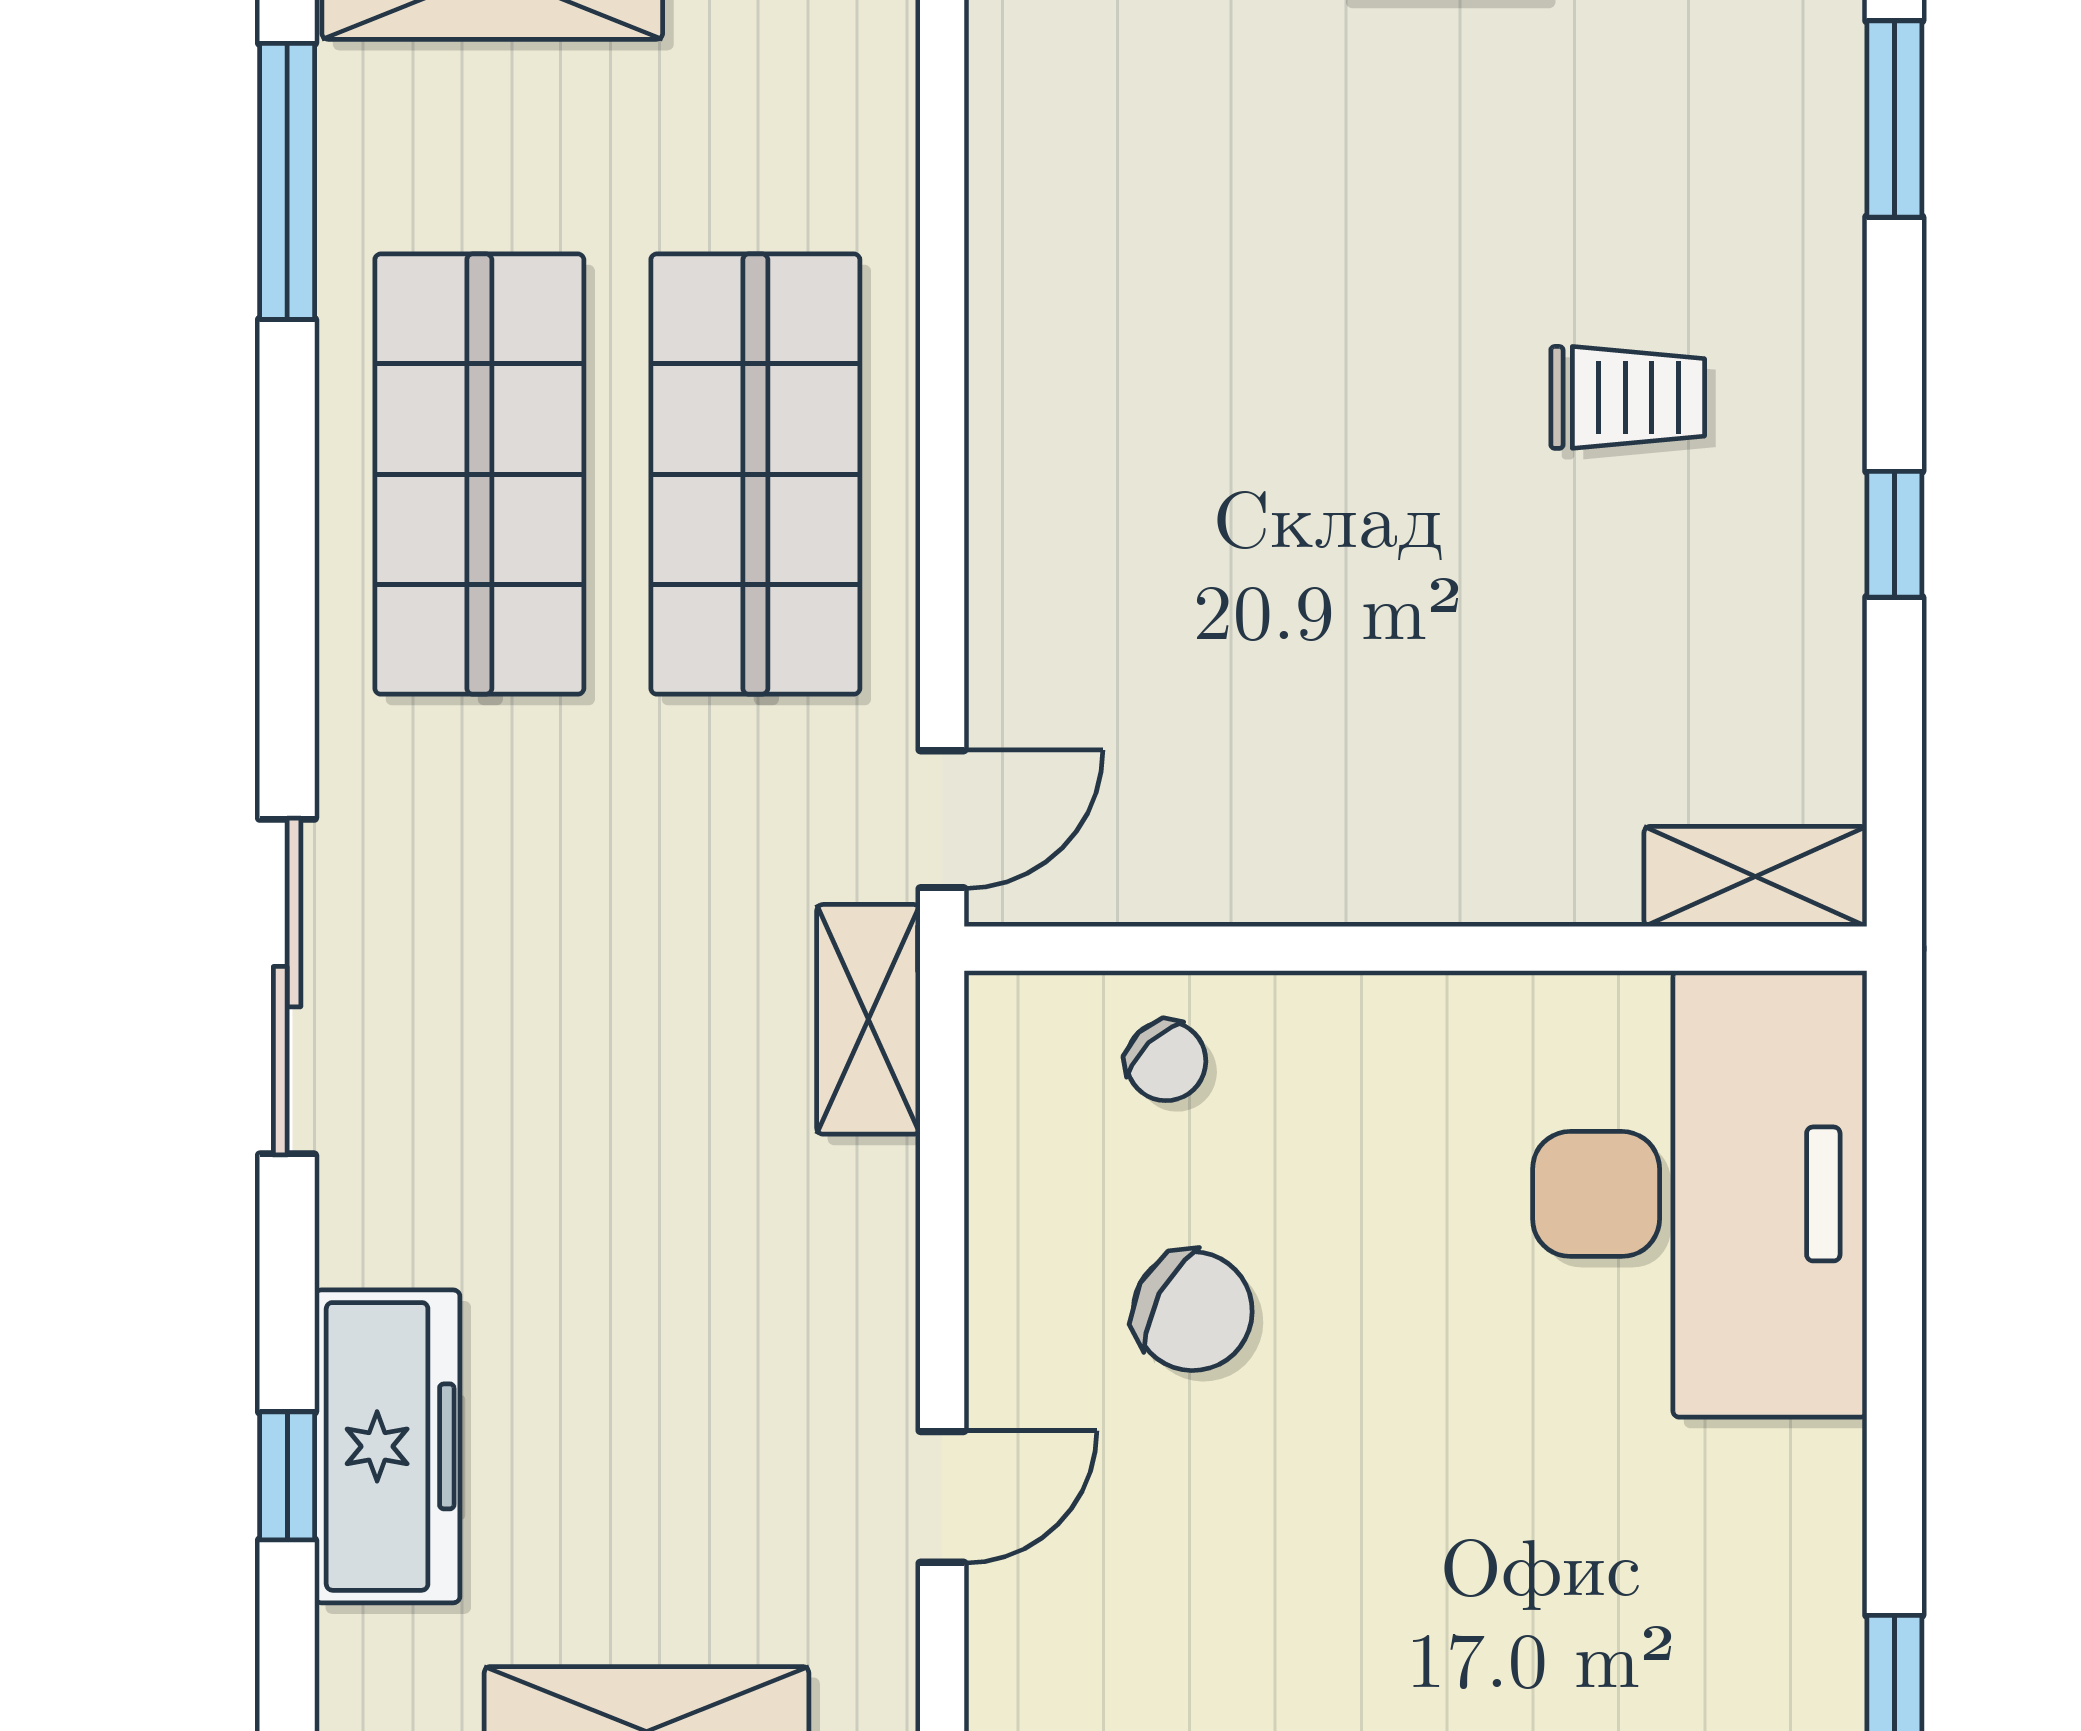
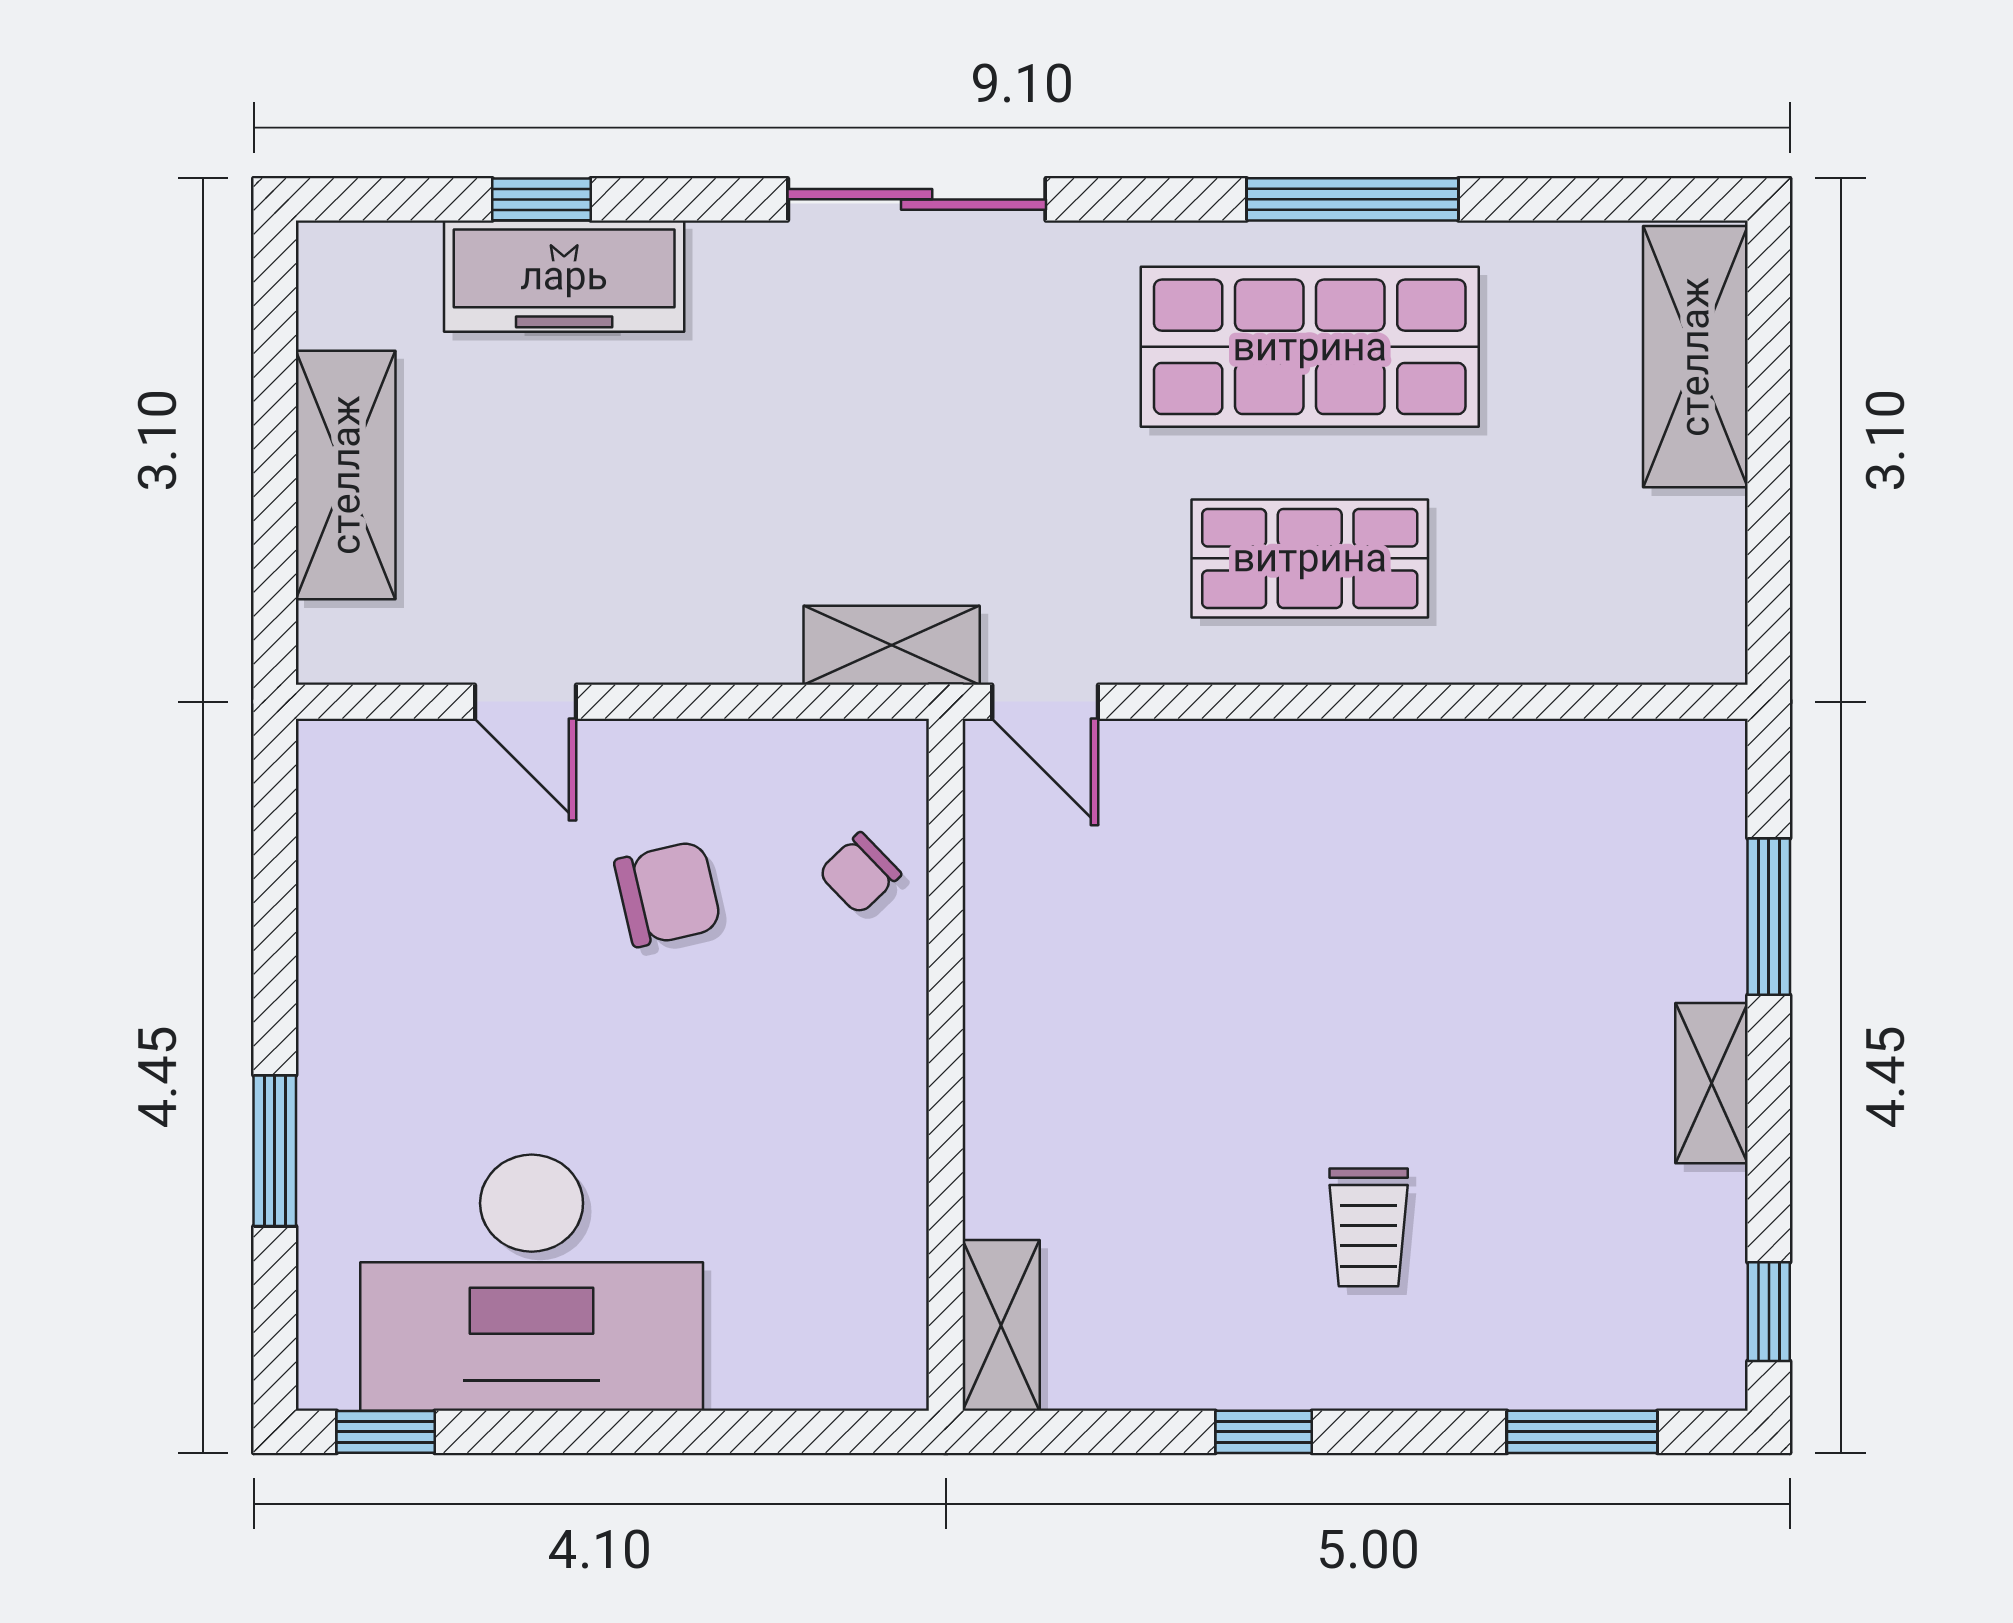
window: (287, 181) -> (1353, 199), moved
shop shelf: (755, 474) -> (1310, 558), width x0.70, depth x0.74
desk: (1700, 1194) -> (532, 1283), moved
chair: (1193, 1311) -> (668, 894), turned -131

